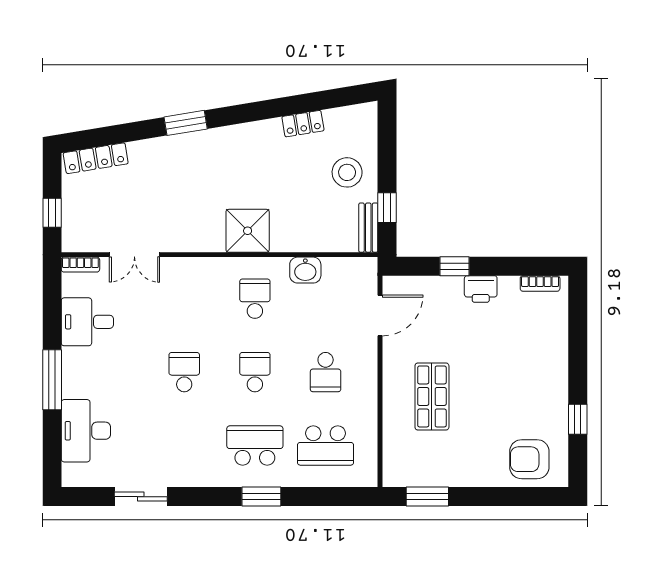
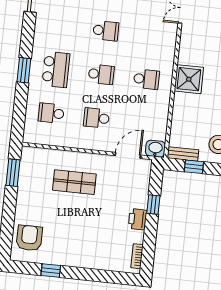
washbasin: (305, 270) -> (155, 149), moved, turned 90
door: (380, 315) -> (128, 155), swing flipped
school desk: (326, 446) -> (51, 113), width x0.54

